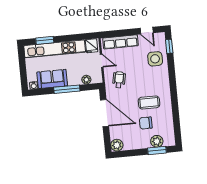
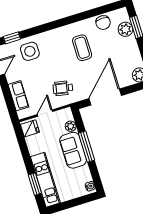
row of seats: (120, 42) -> (18, 96), width x0.68
kitchen unit: (55, 49) -> (45, 180), width x0.73
sofa: (52, 79) -> (73, 150), moved
chair: (146, 123) -> (103, 23), moved

